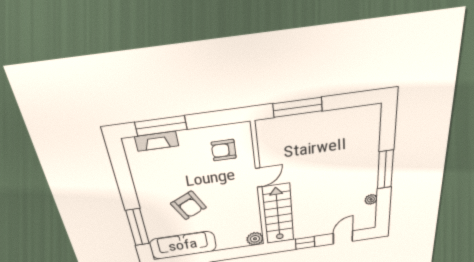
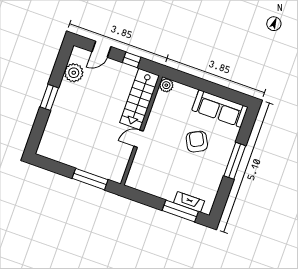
armchair: (224, 150) -> (151, 173), removed
window: (385, 170) -> (49, 97), width x0.69
plant: (371, 199) -> (74, 73), width x1.87, depth x1.87
window: (138, 227) -> (235, 161), moved

